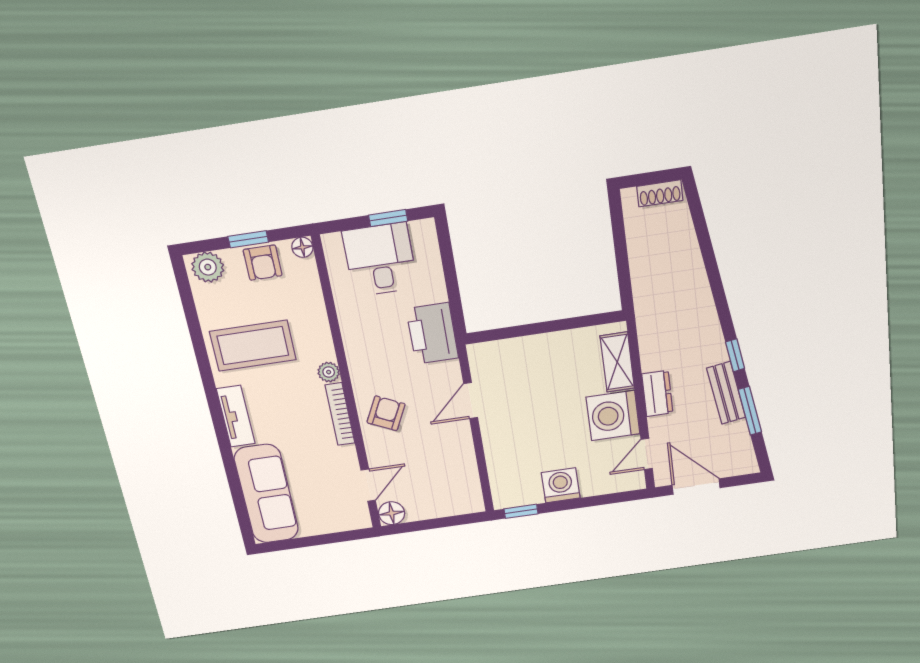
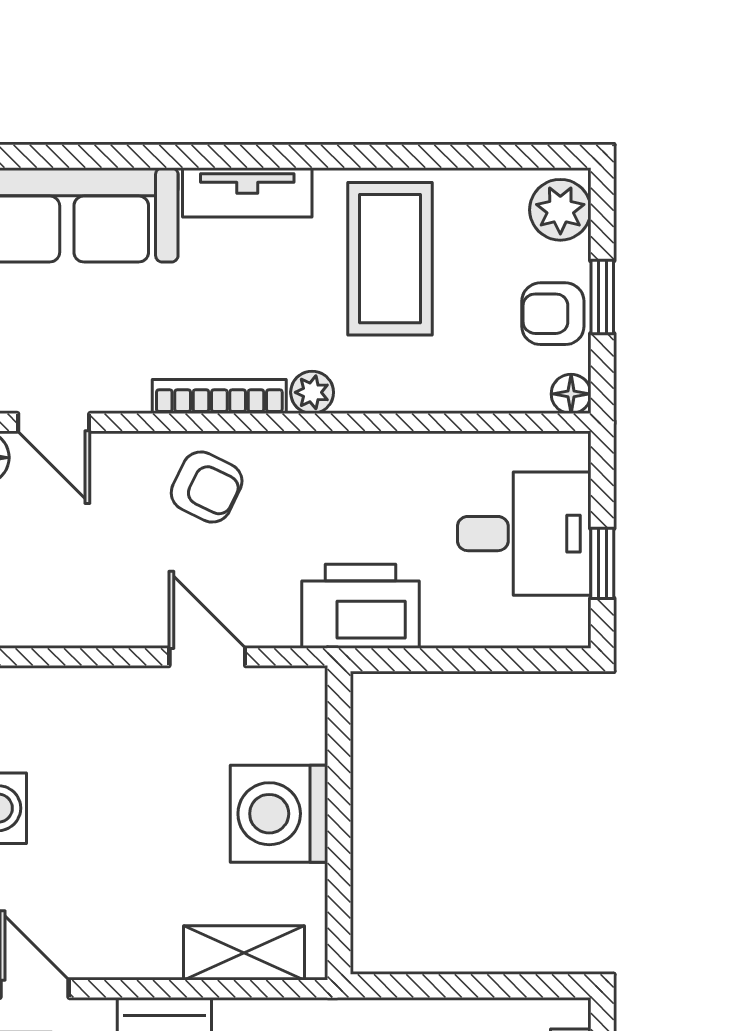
washing machine: (613, 416) -> (279, 814), moved, turned -90

